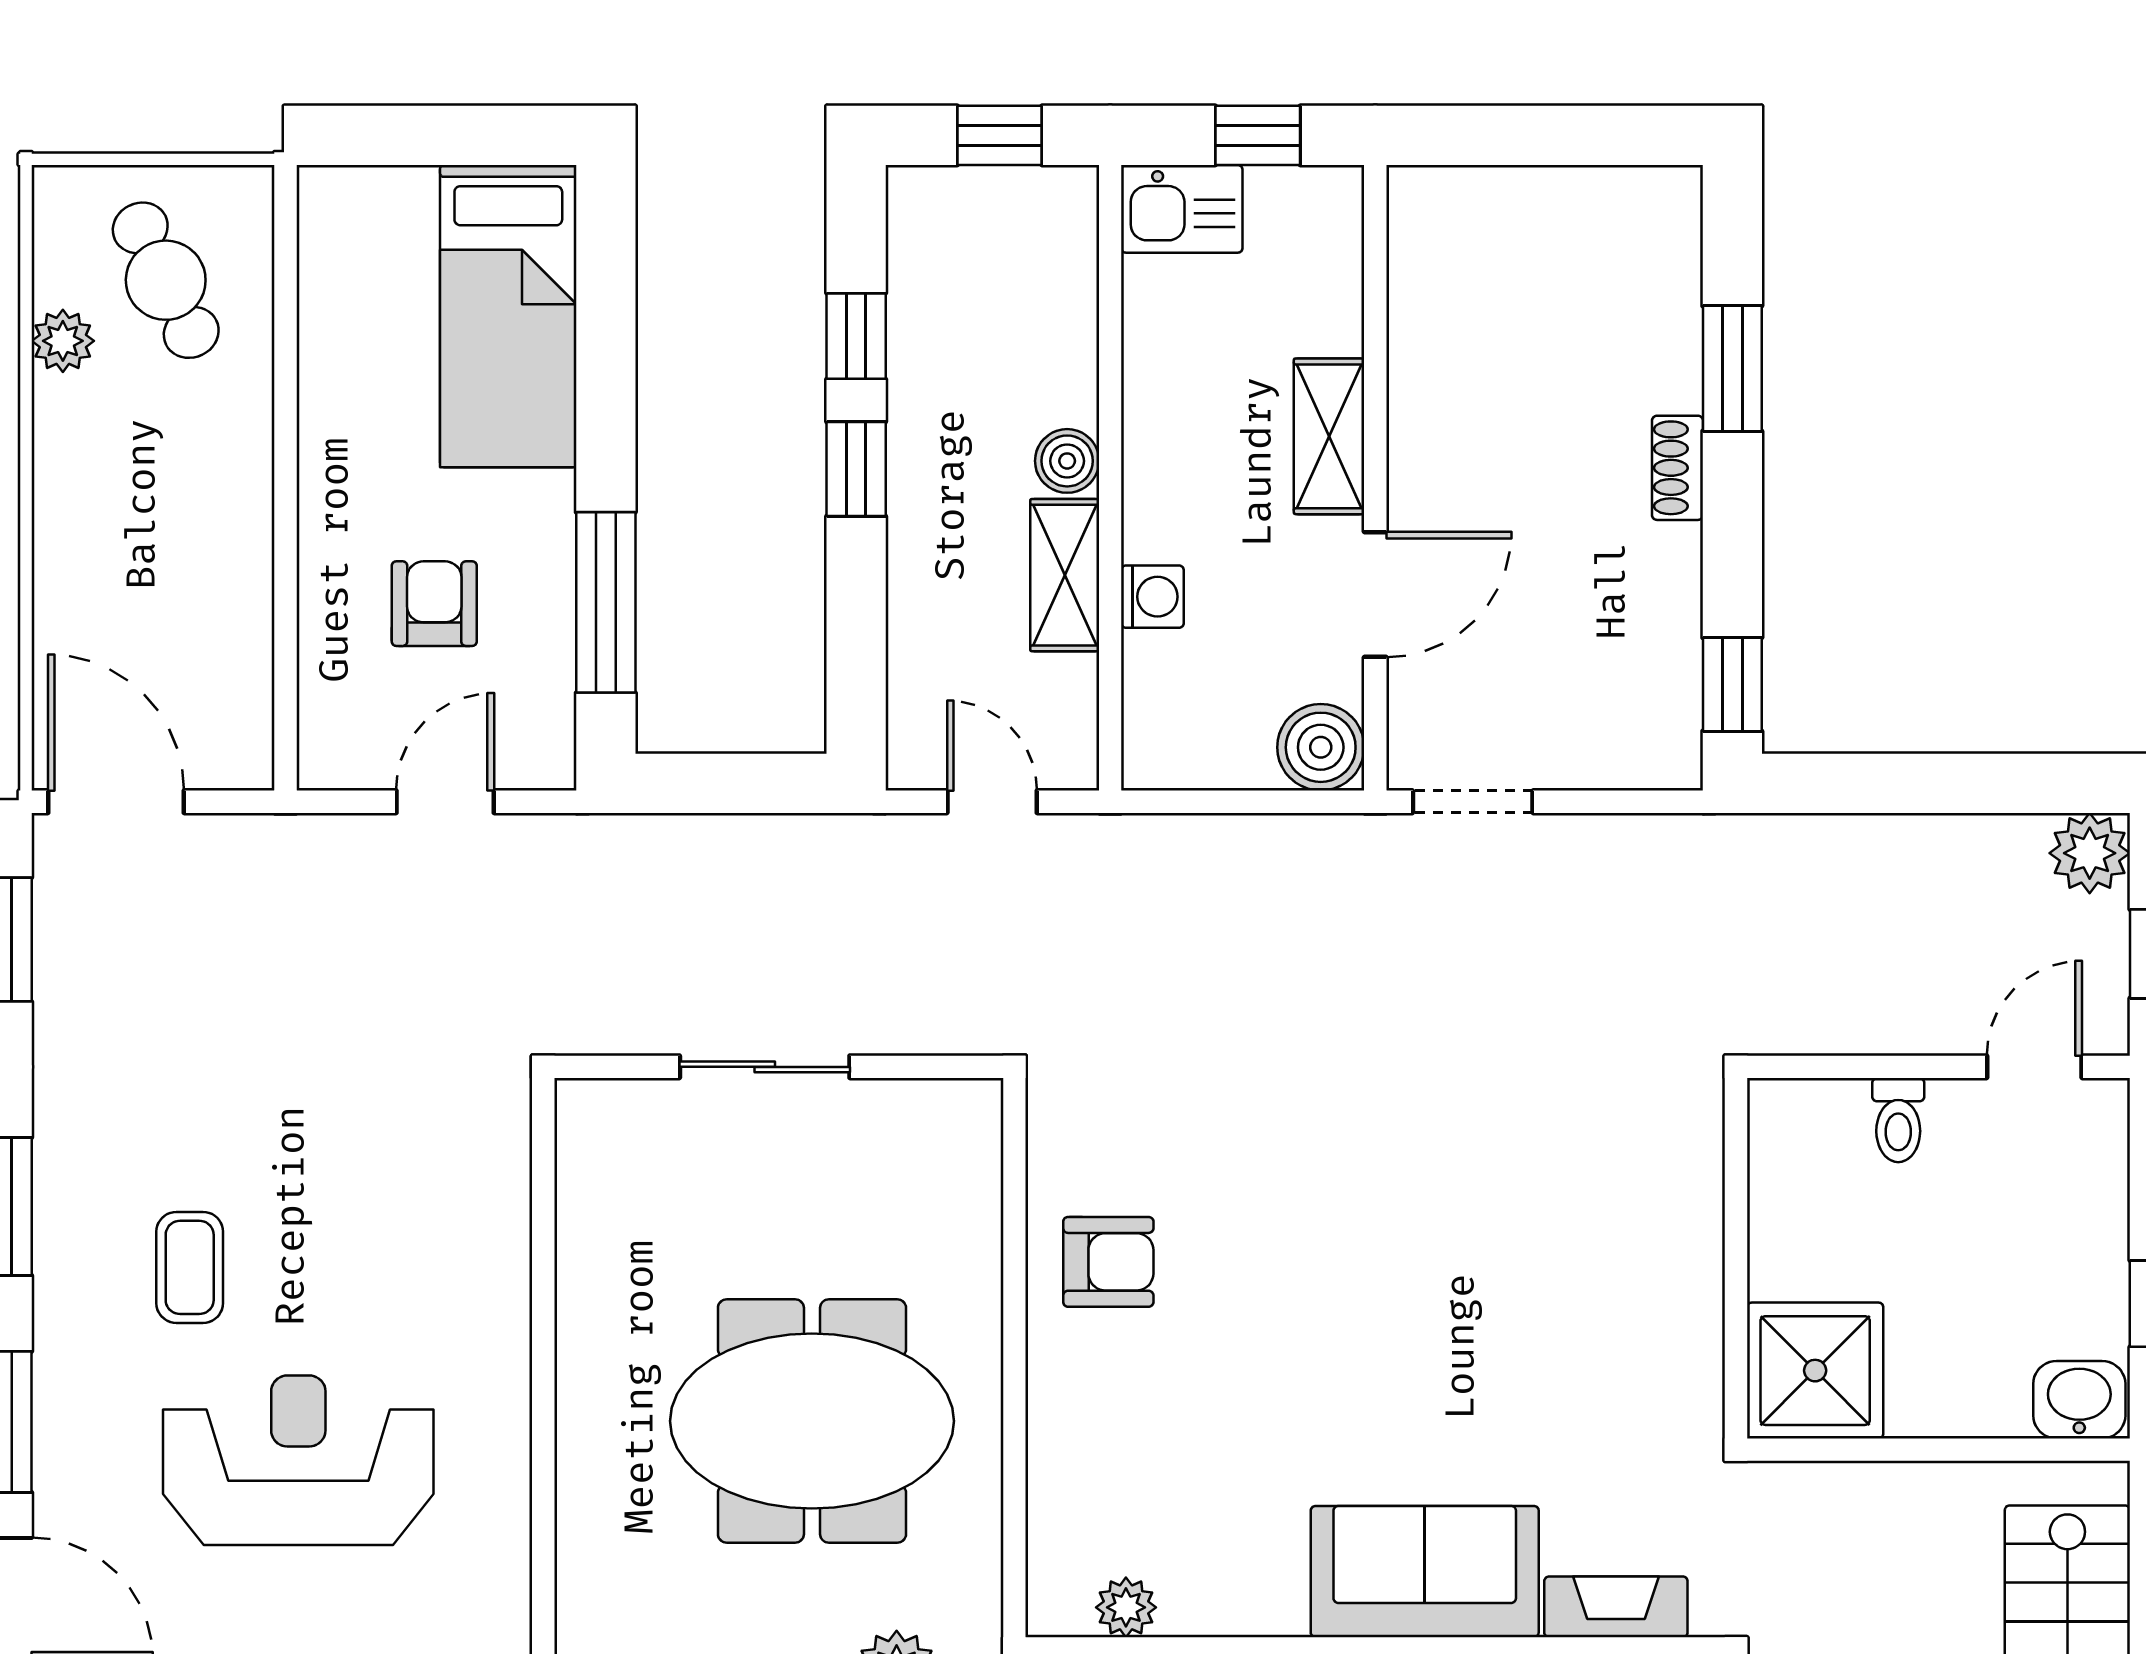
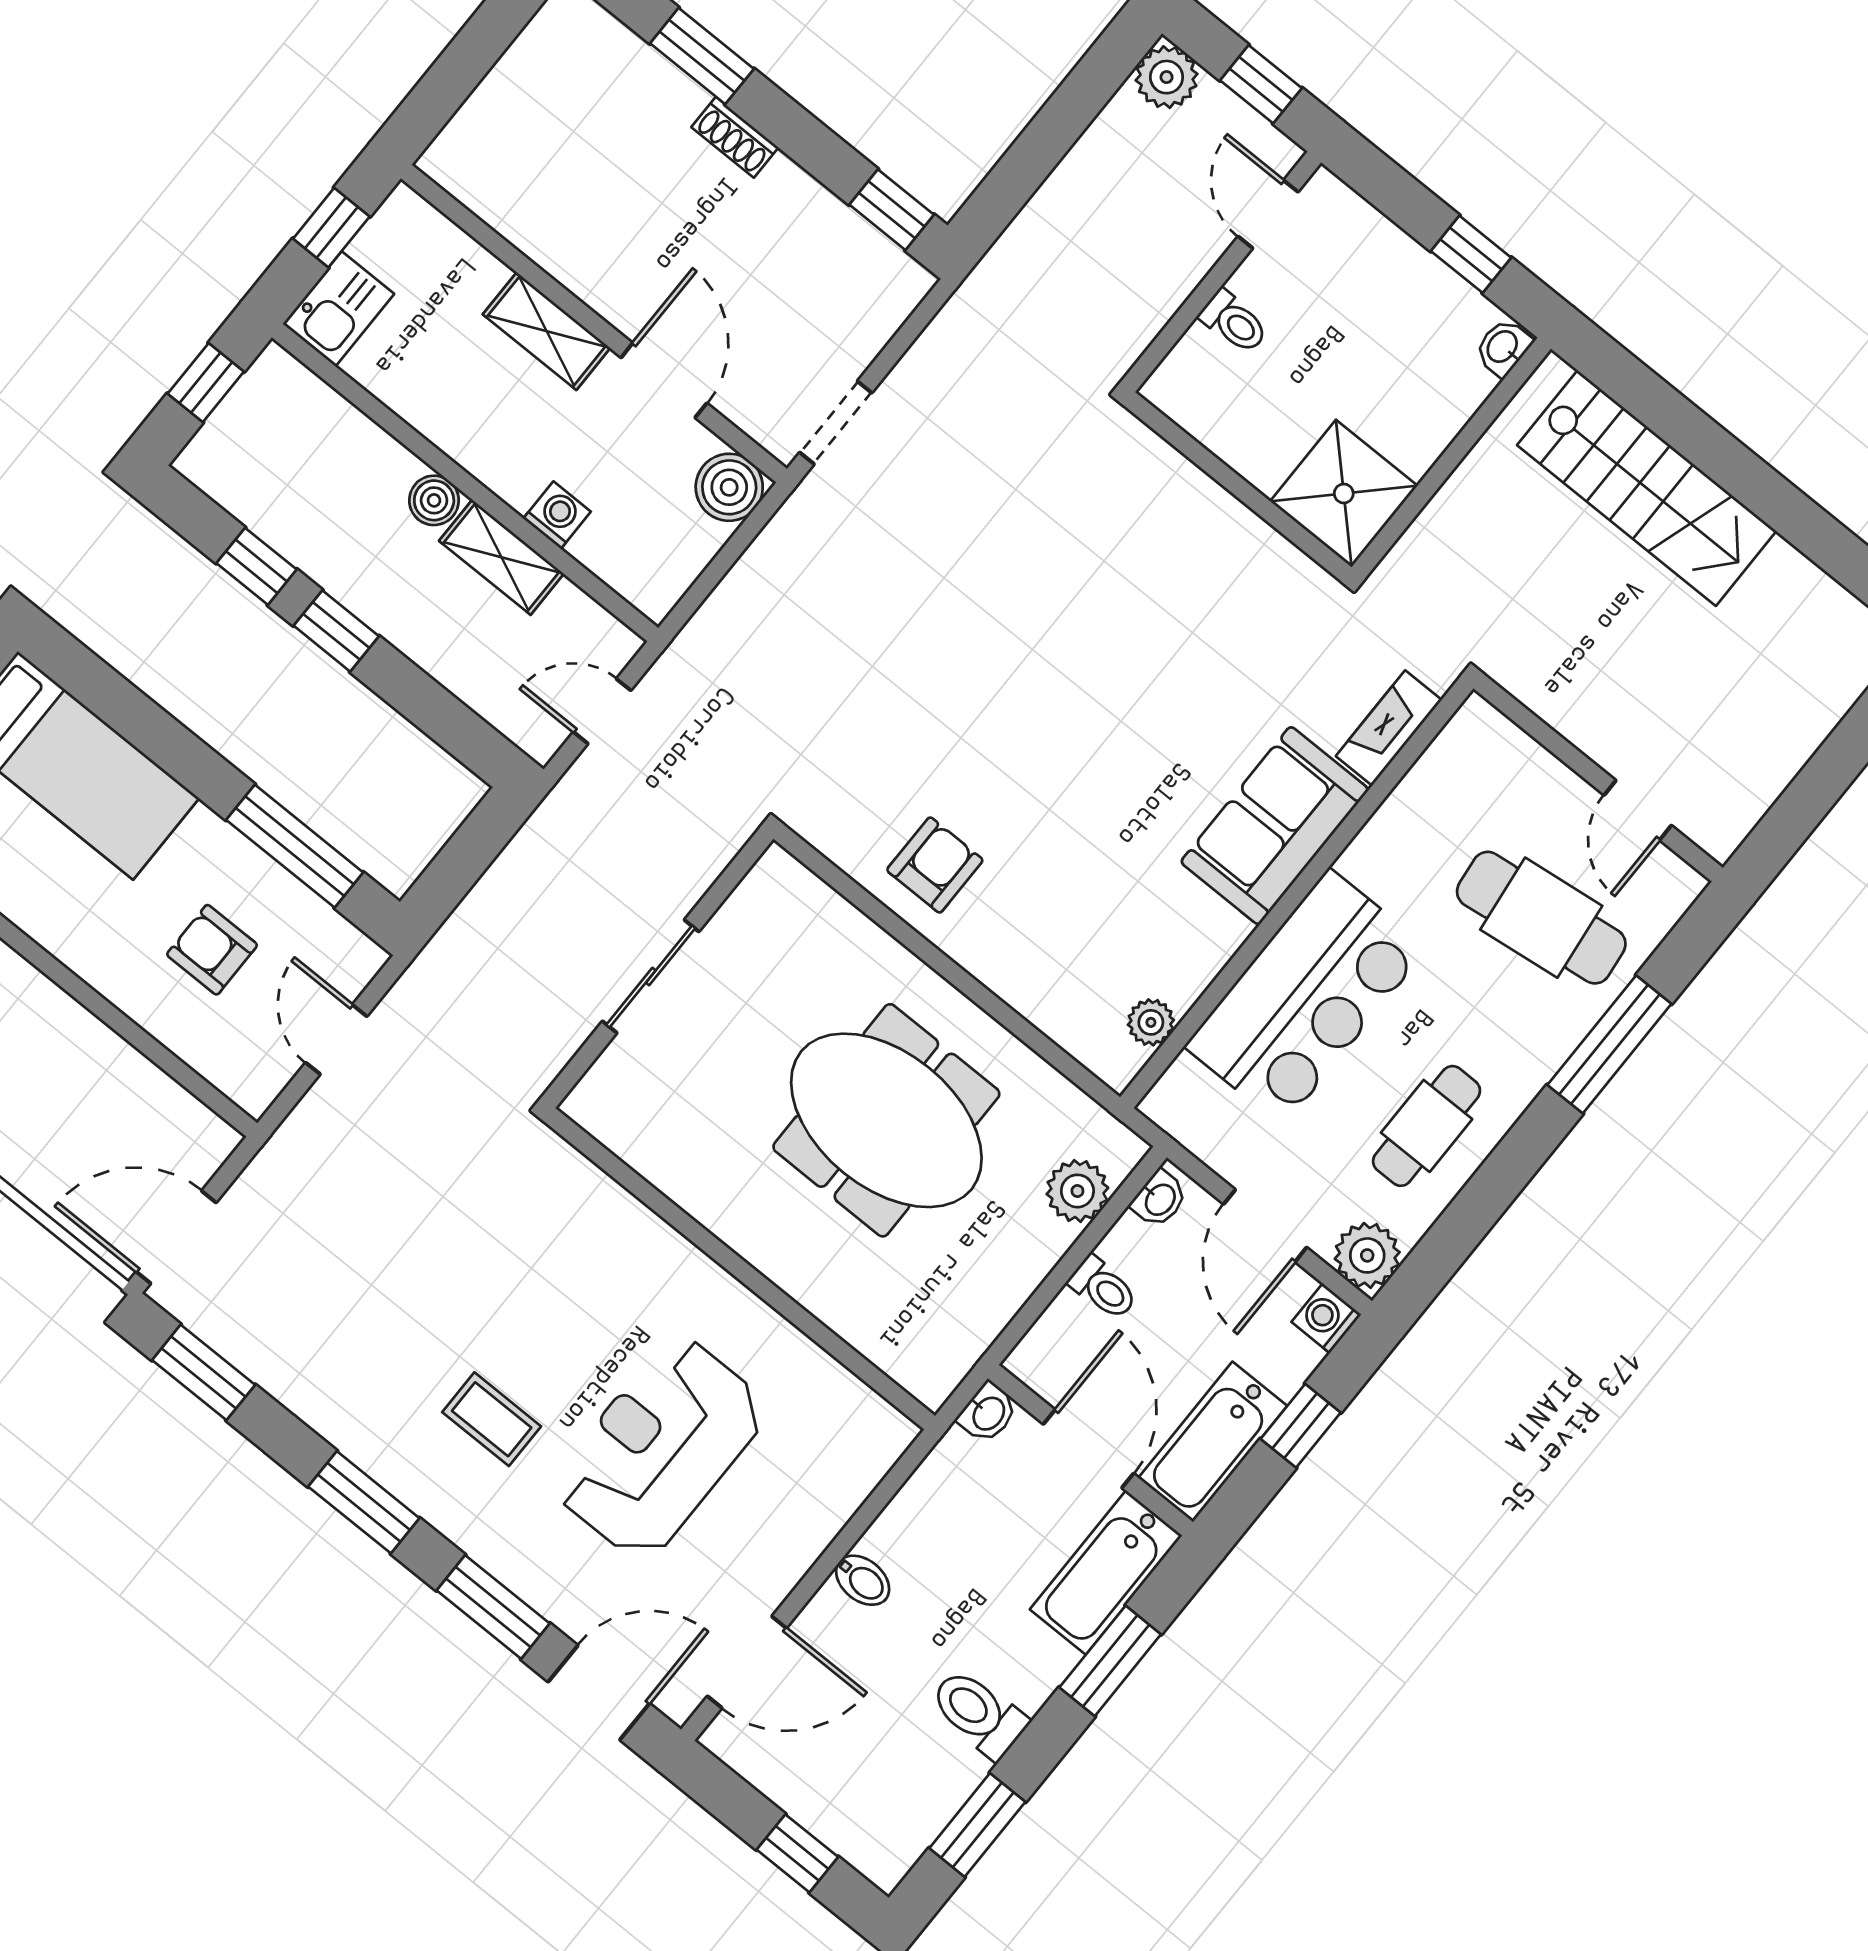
washbasin: (2079, 1400) -> (1503, 347), width x0.72, depth x0.69
meeting table: (812, 1421) -> (886, 1120), turned 90

